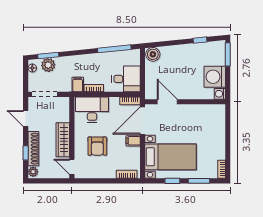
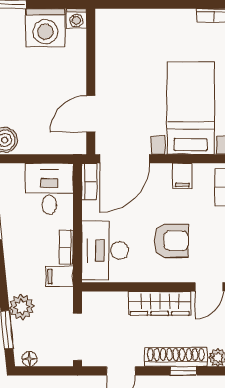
plant: (48, 65) -> (22, 307), moved
door: (143, 120) -> (125, 159), hinge flipped
filing cabinet: (133, 141) -> (182, 176), moved

